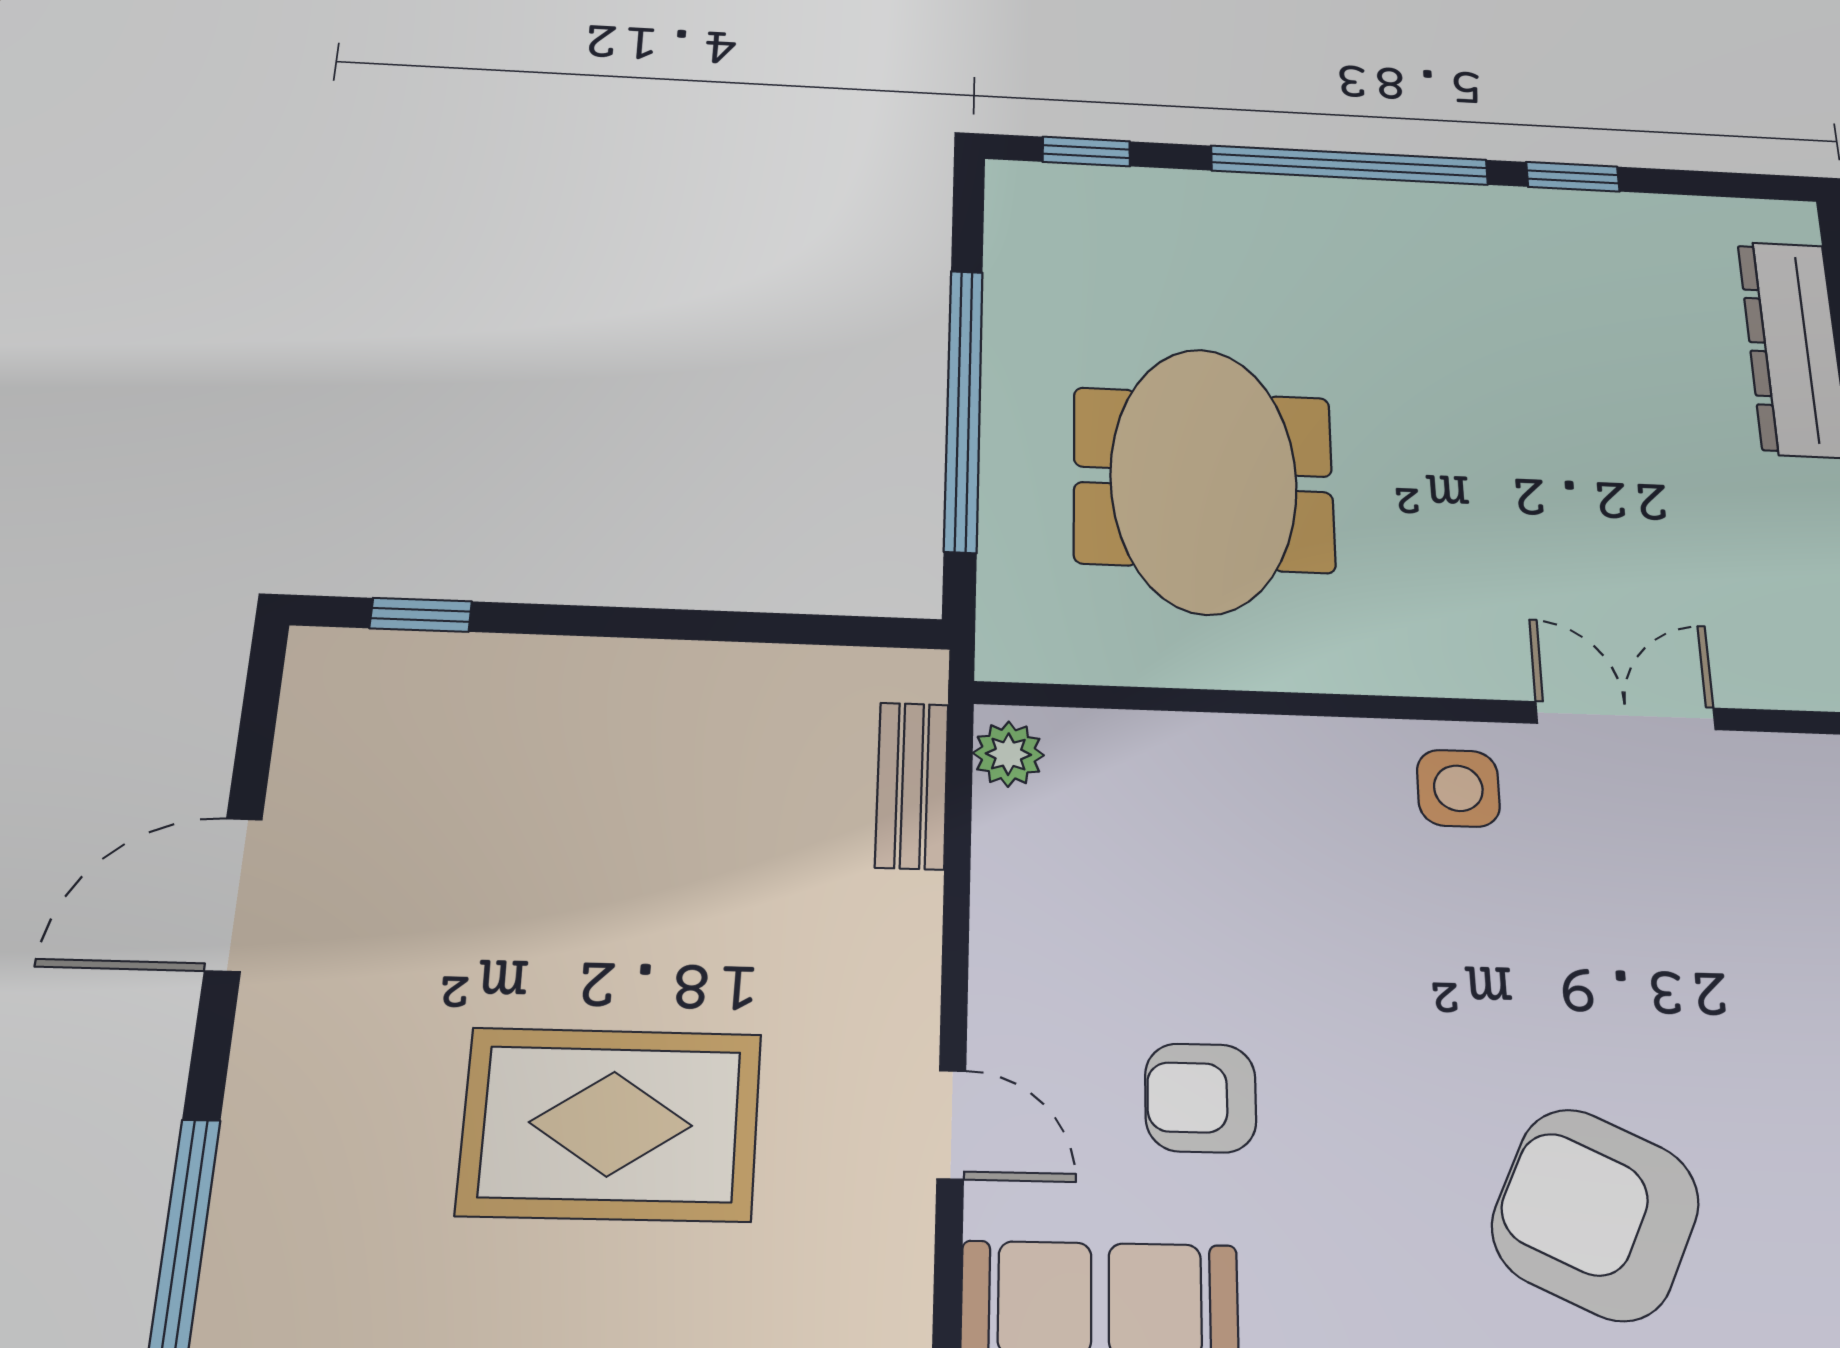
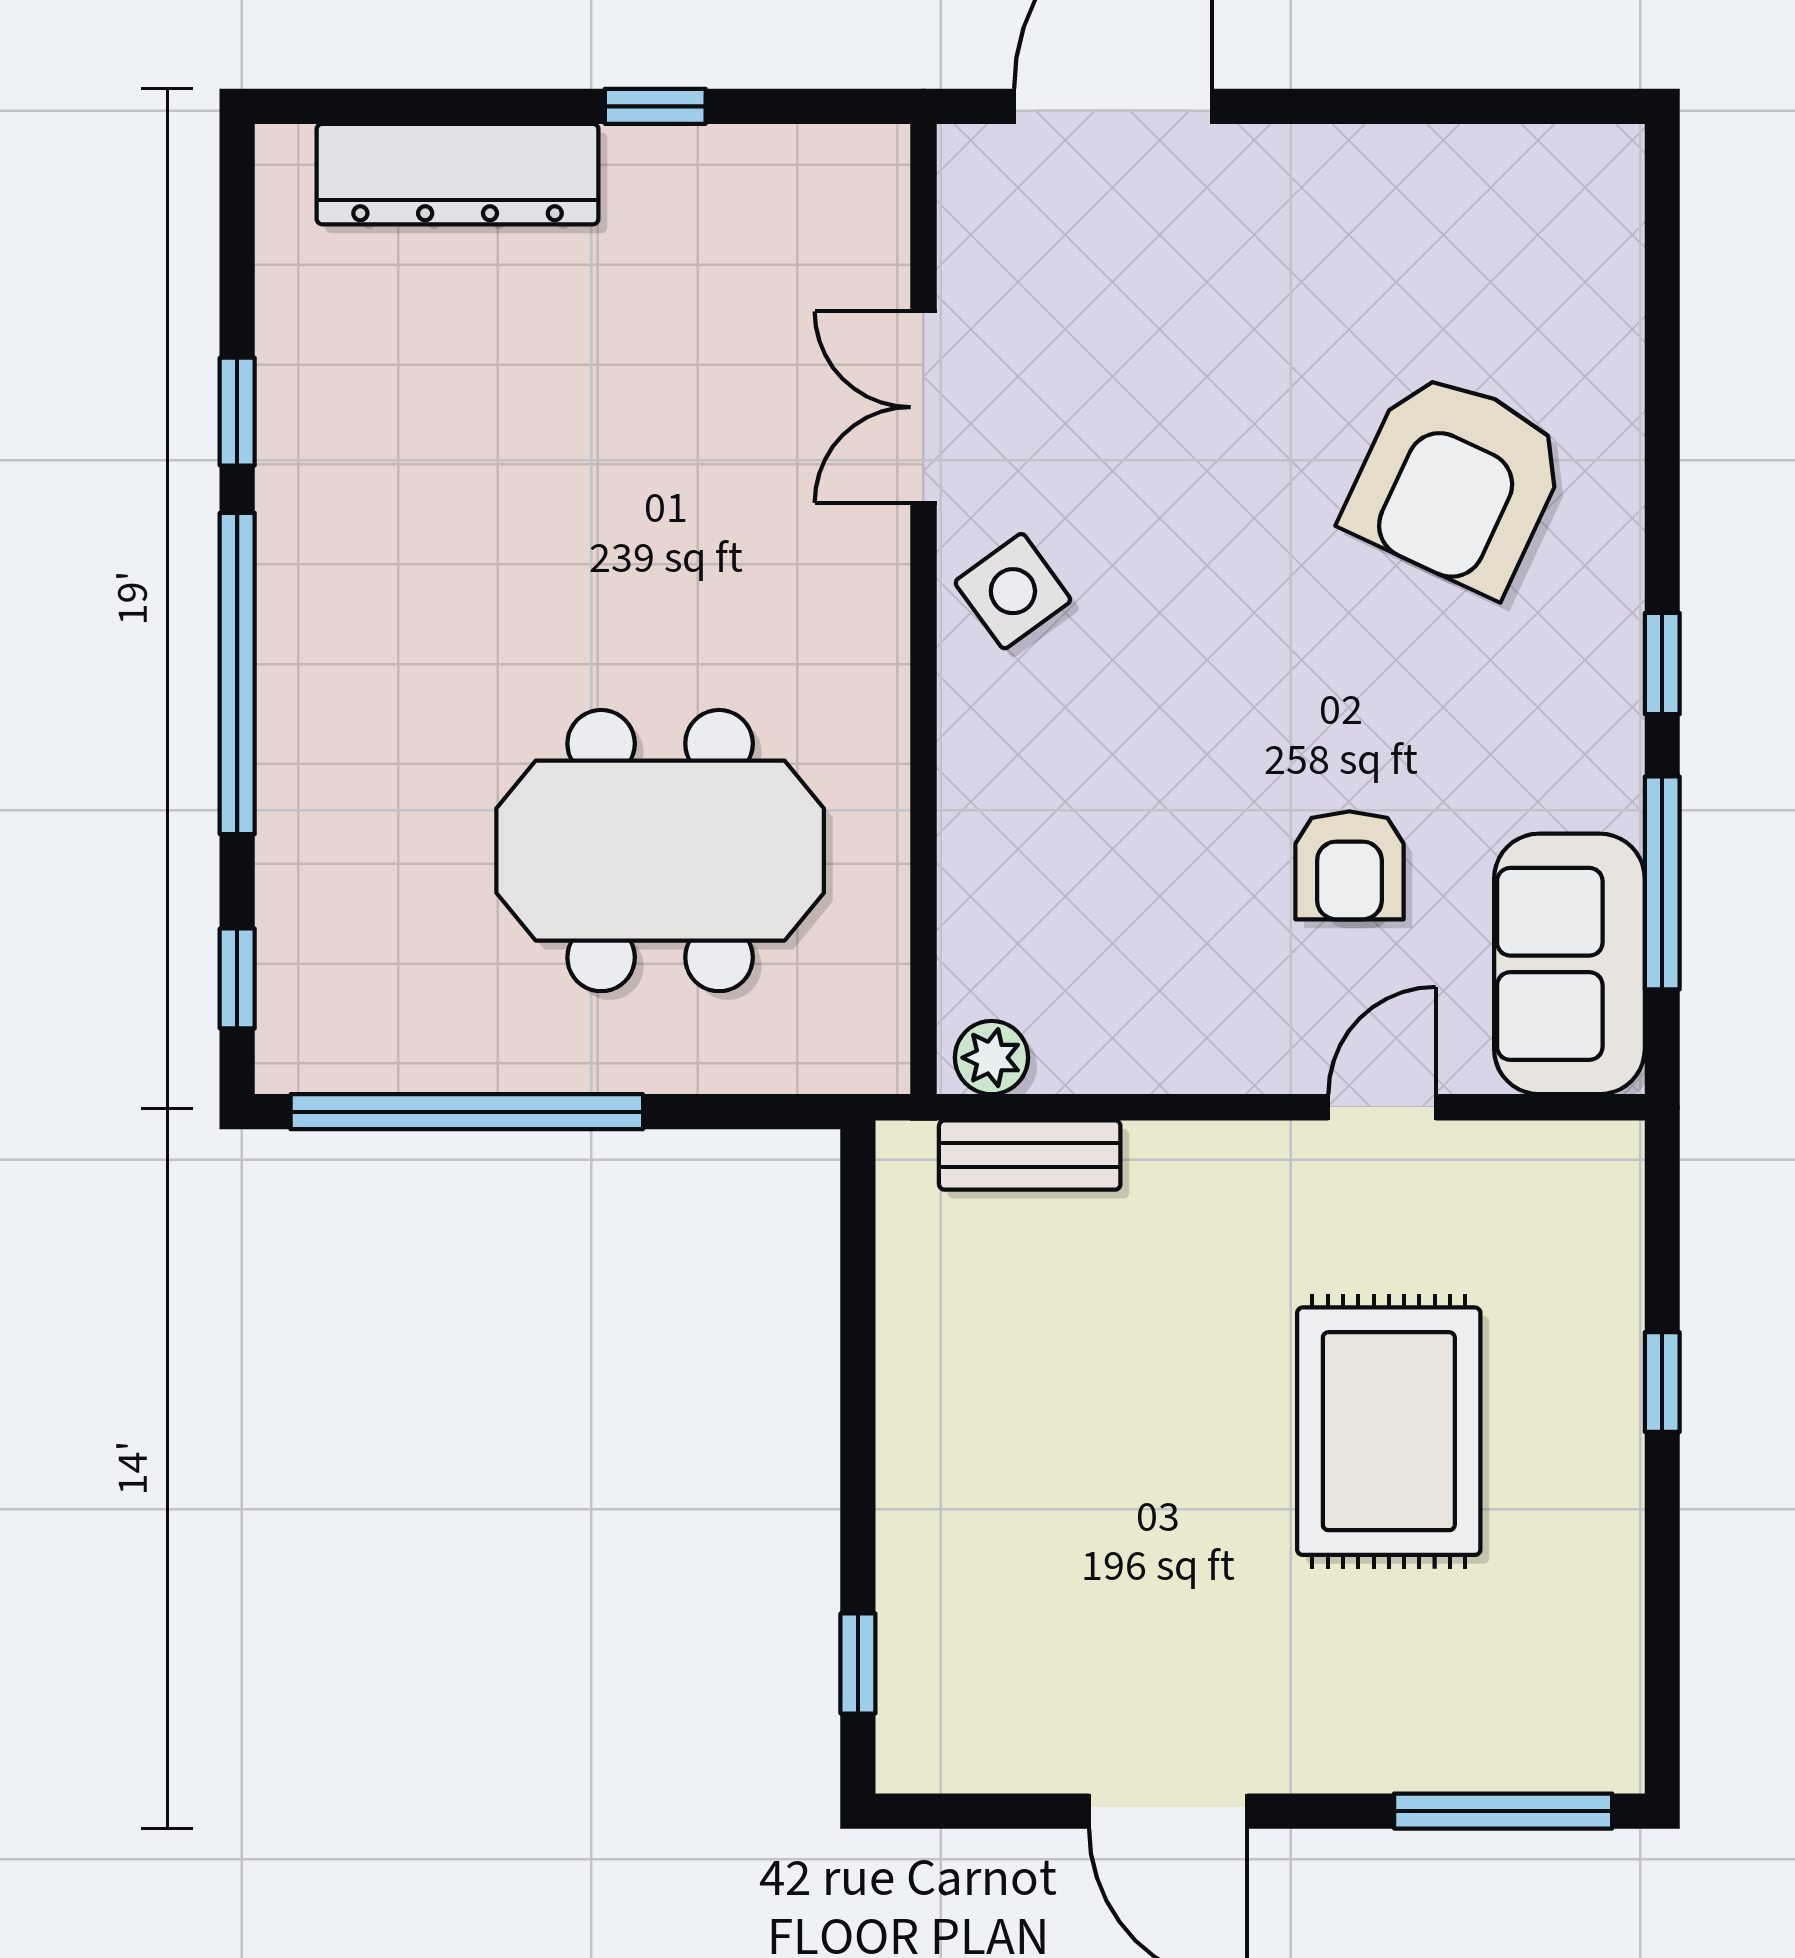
window: (964, 409) -> (467, 1112), moved
side table: (1458, 788) -> (1013, 591), turned -36

